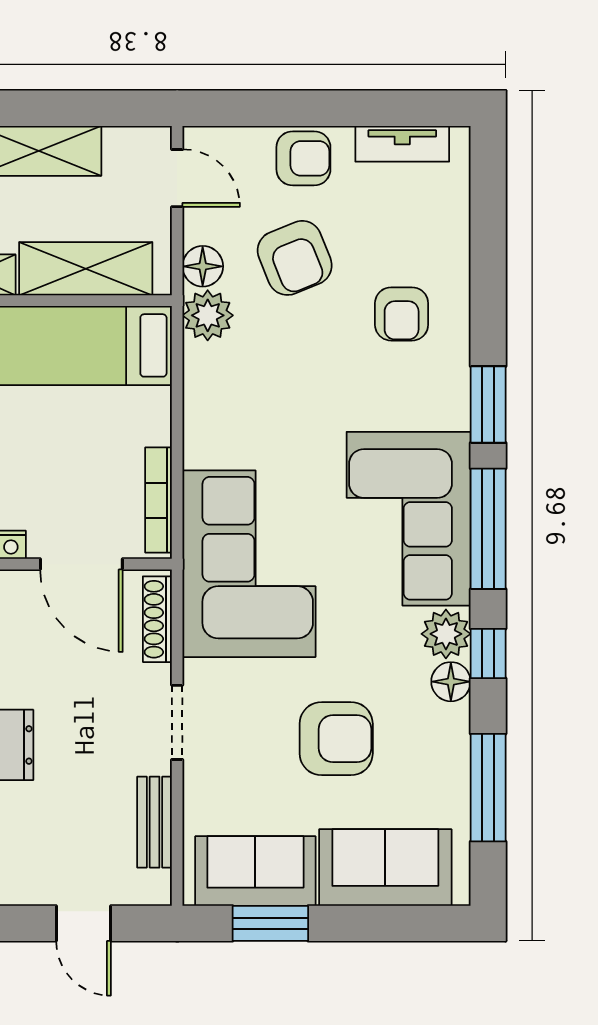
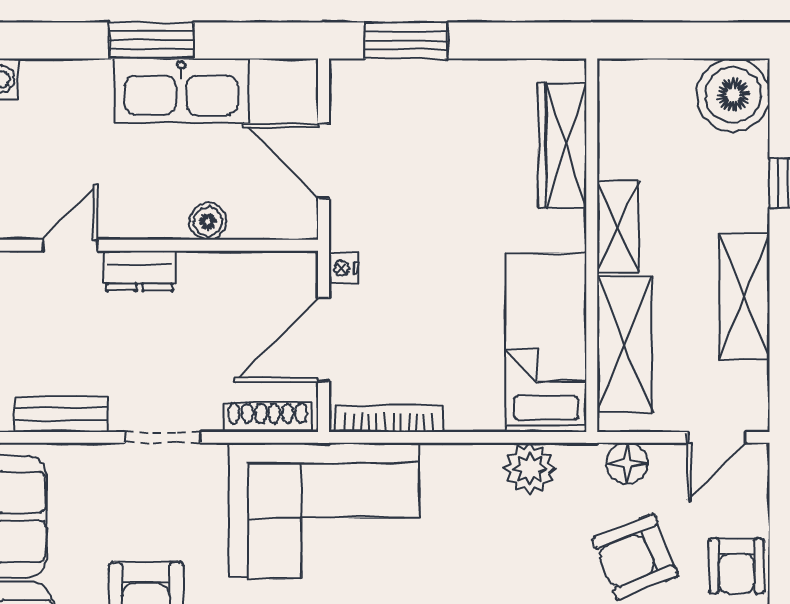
plant: (208, 315) -> (530, 468), moved

